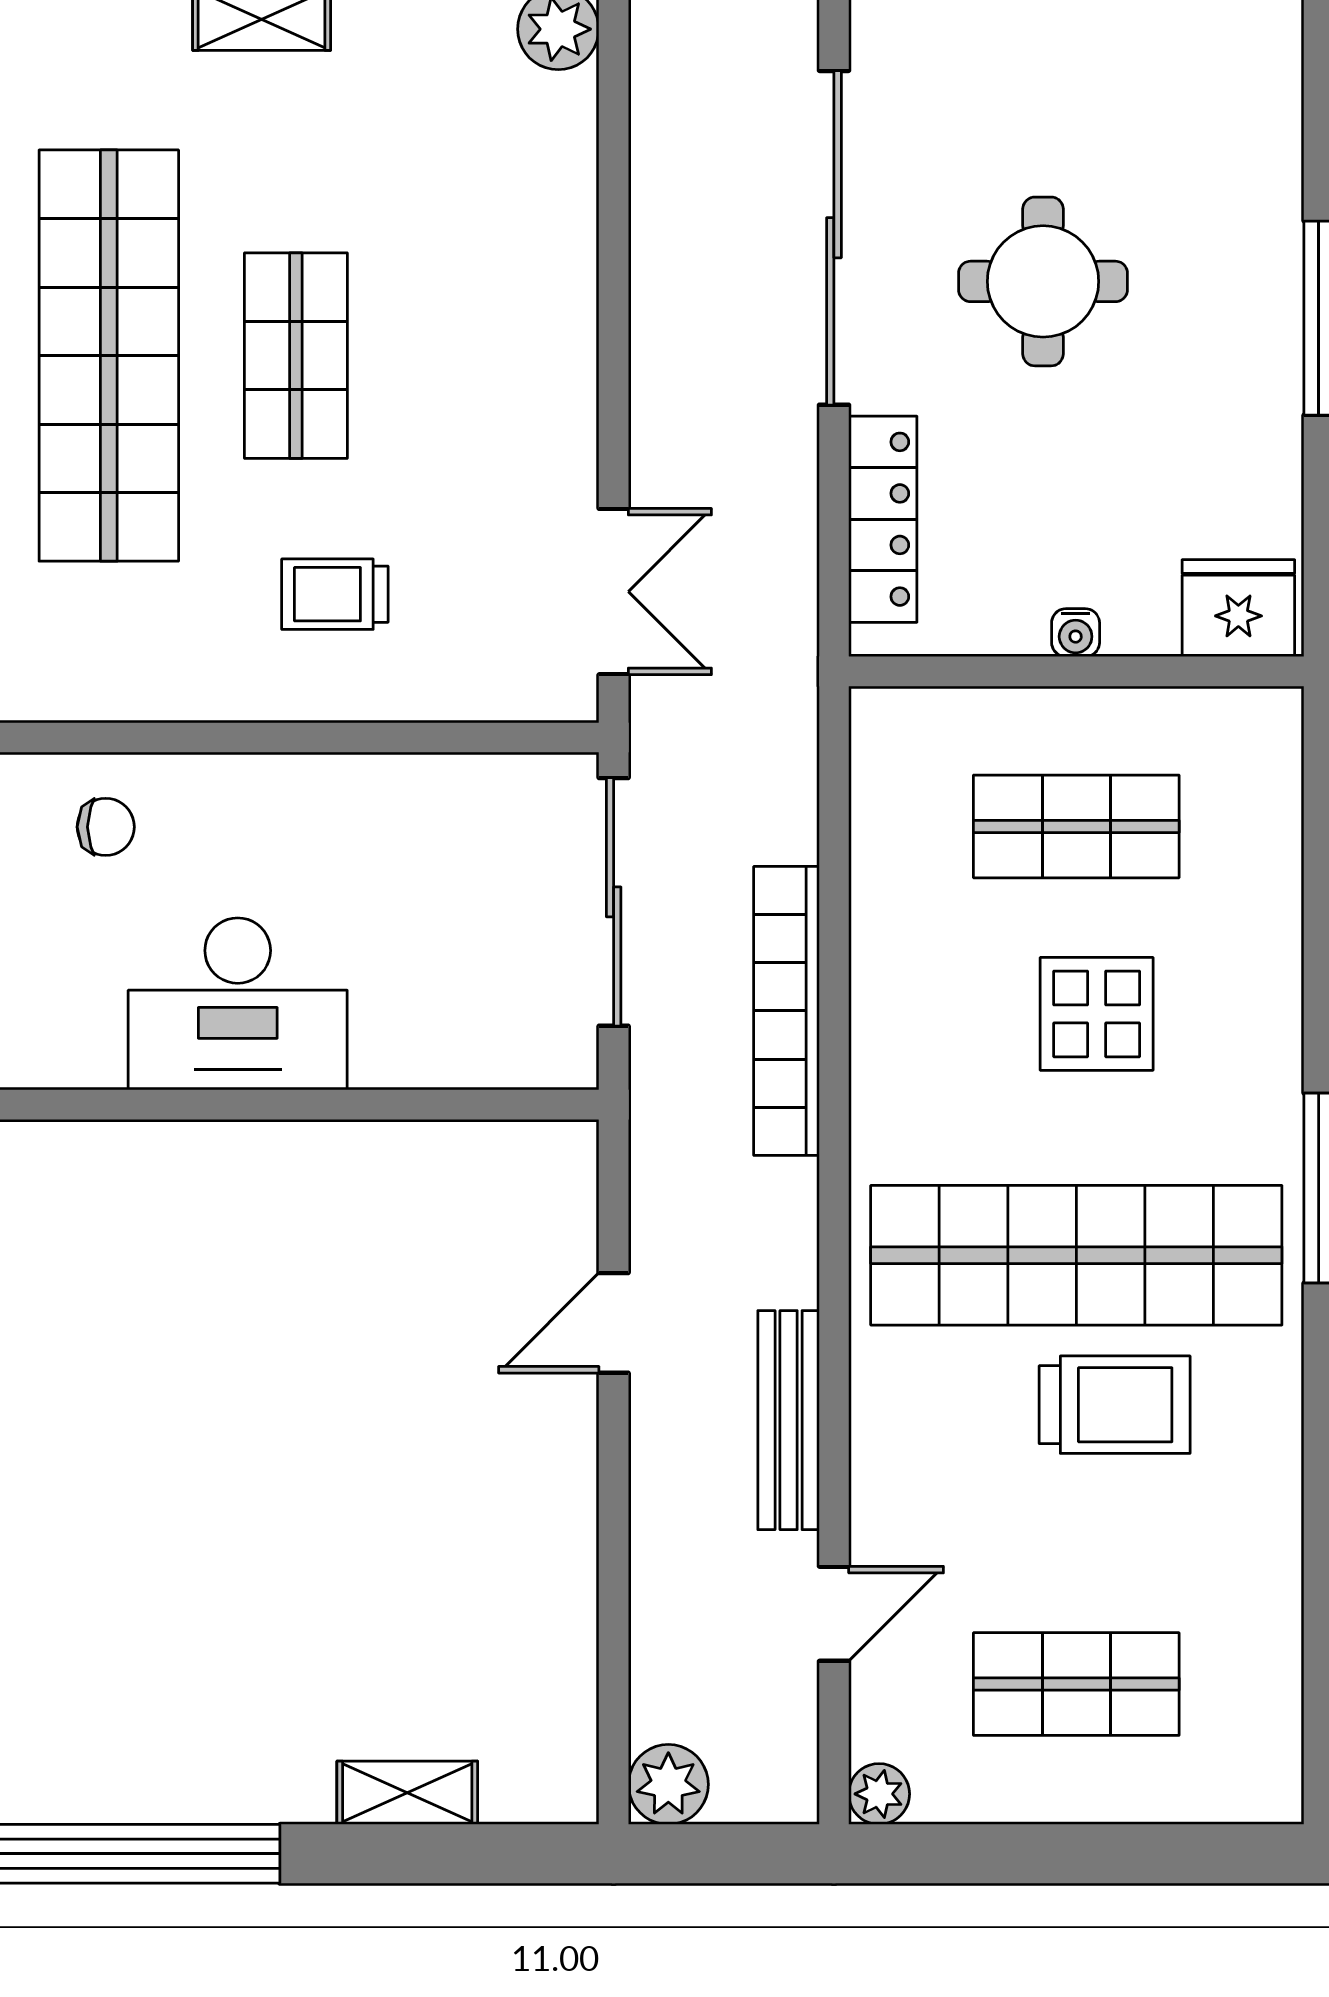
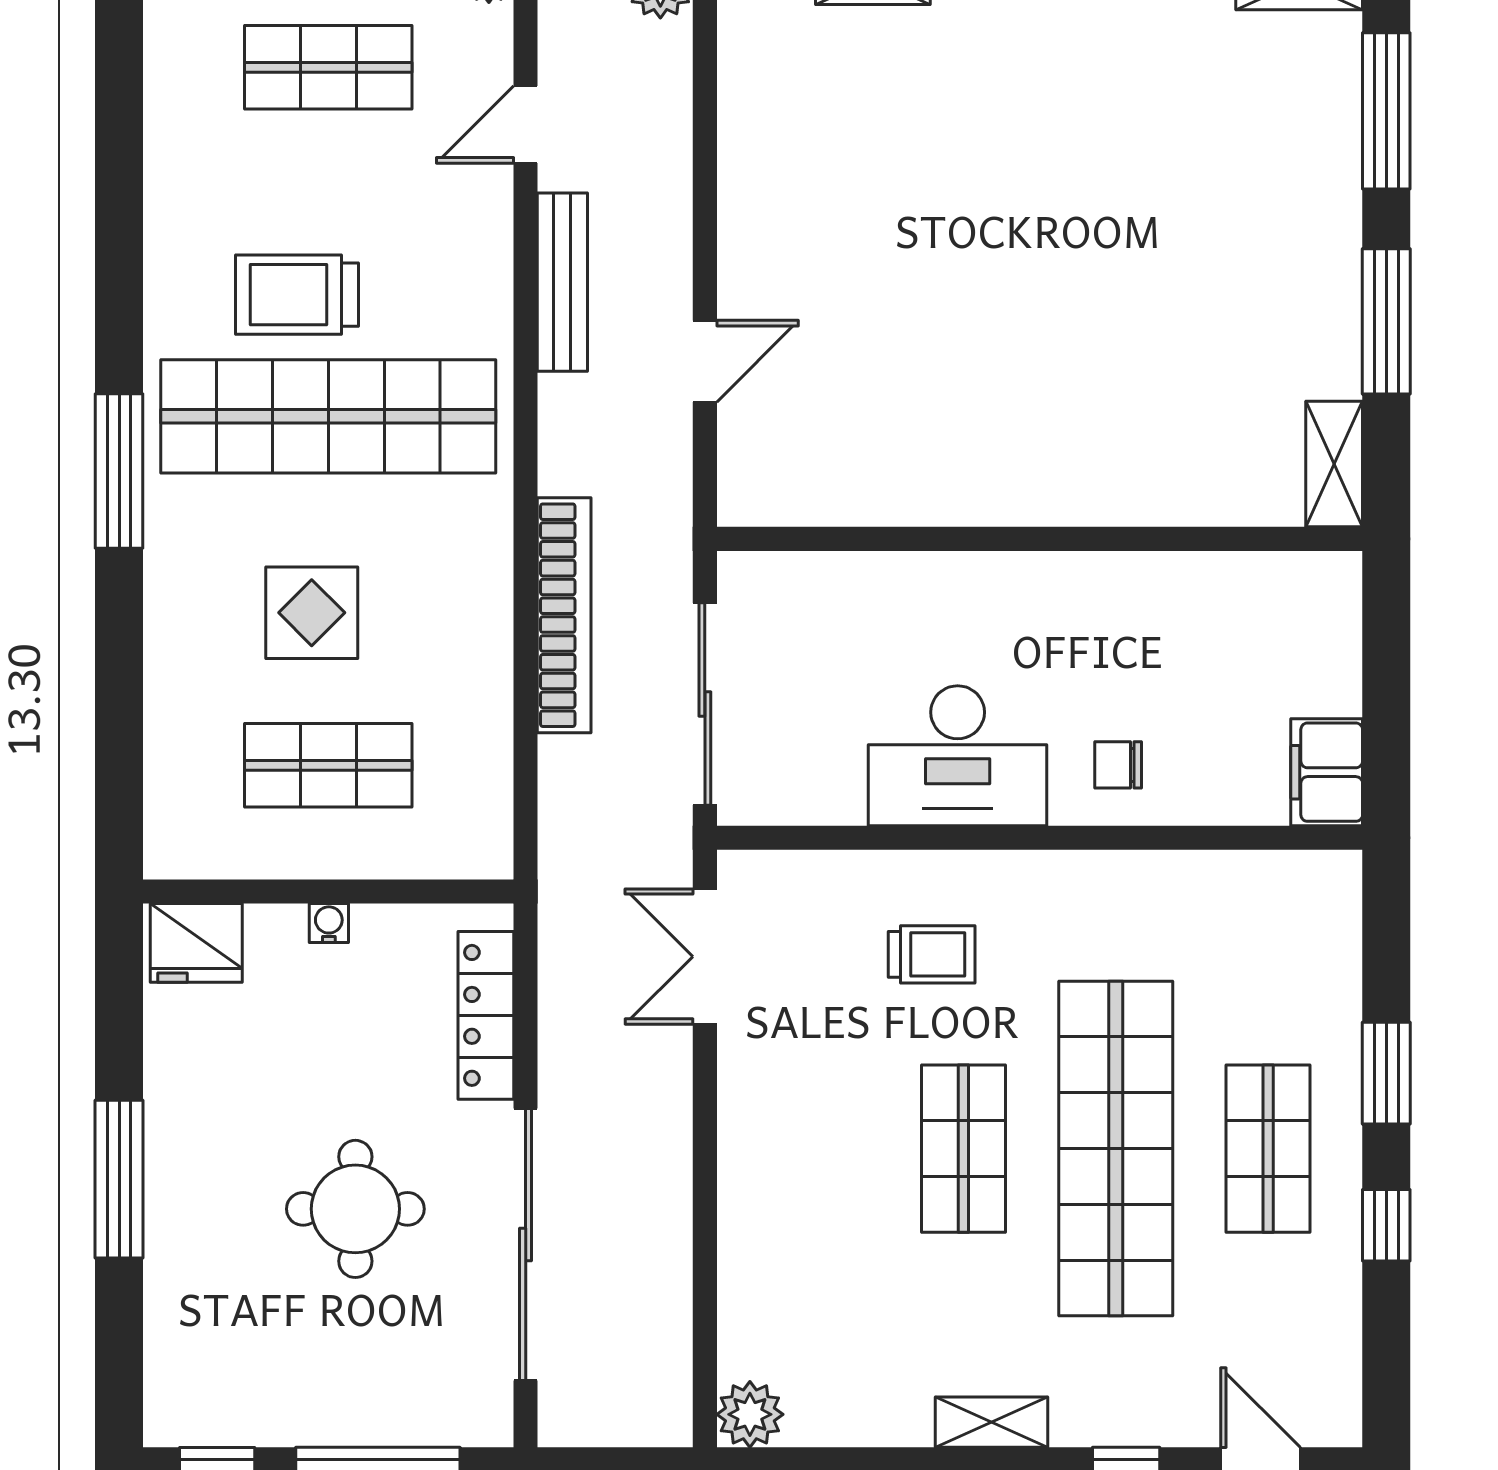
desk: (238, 1004) -> (958, 756), moved, turned 180

